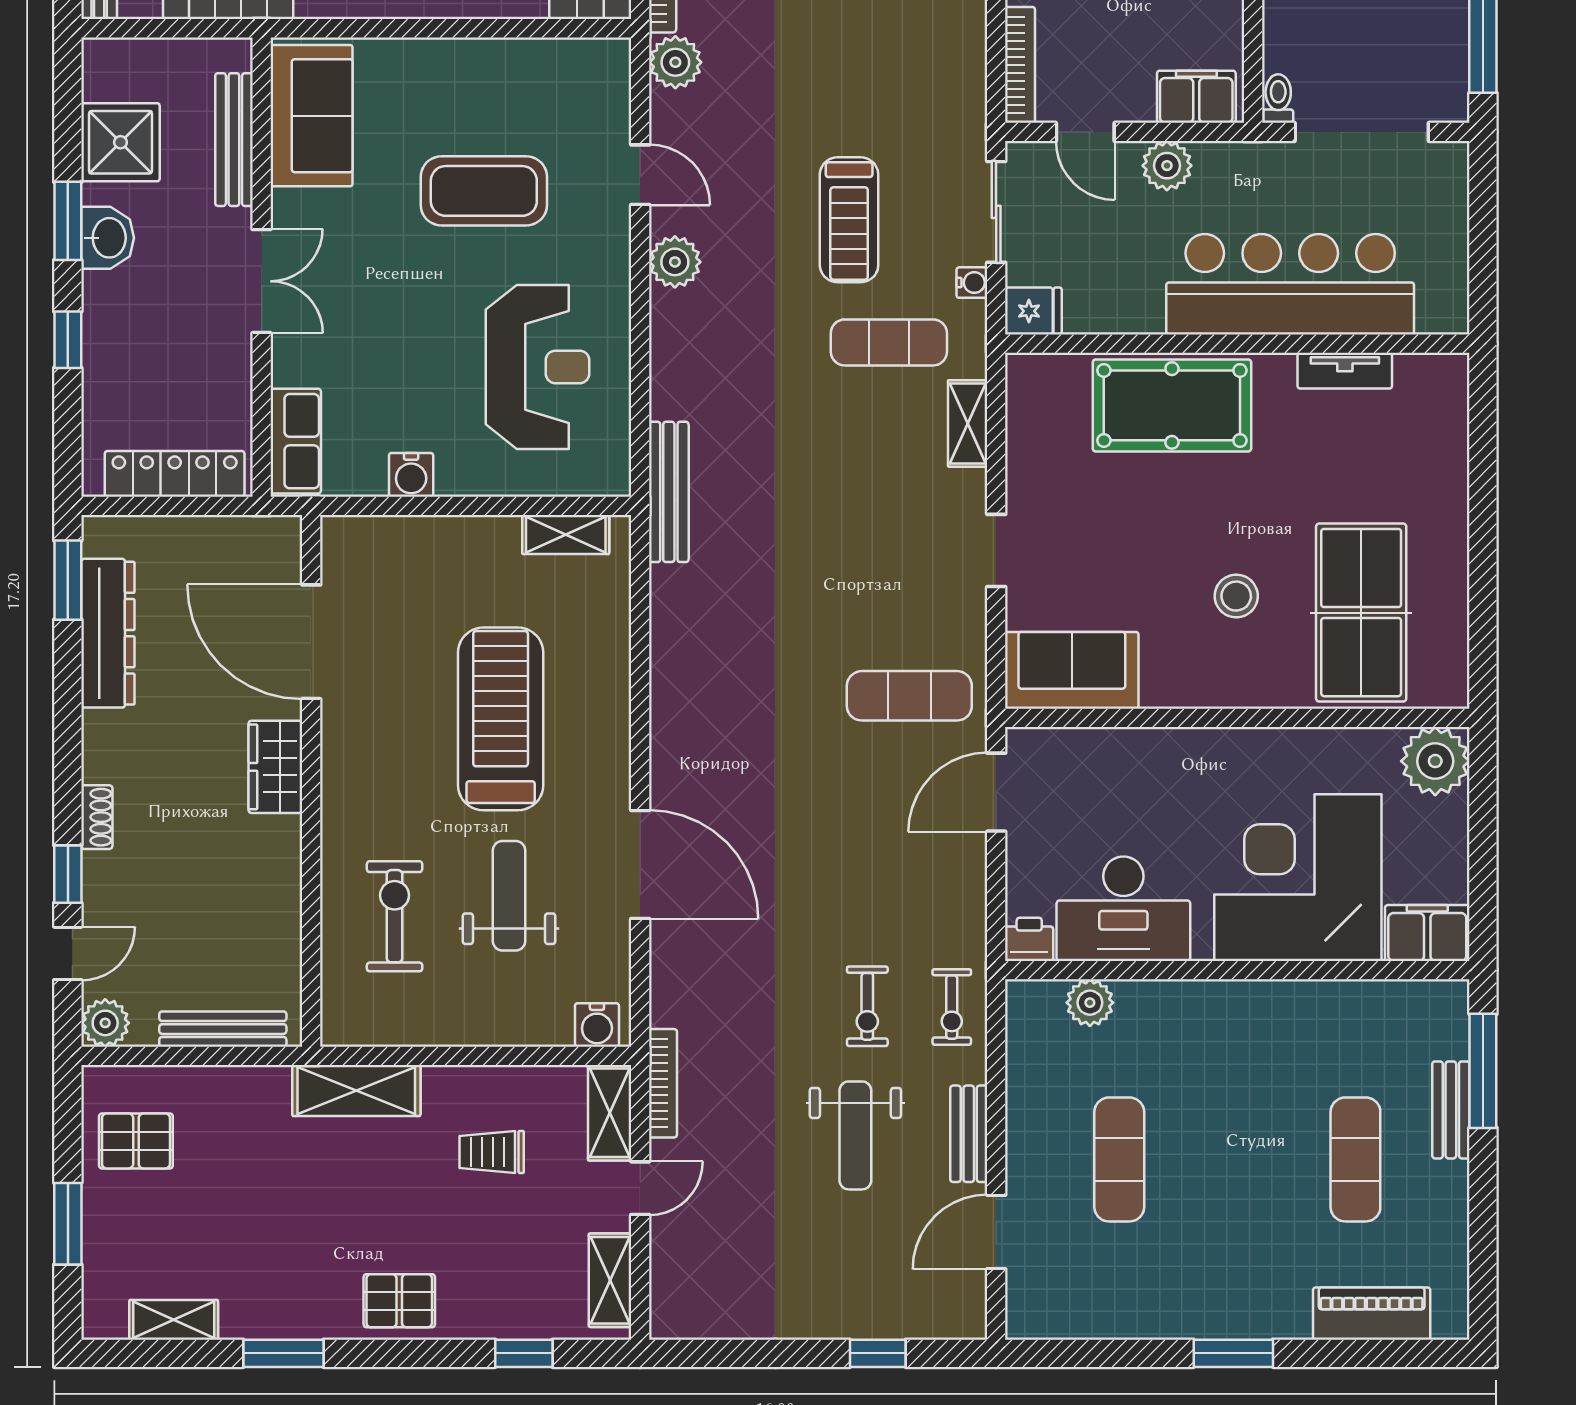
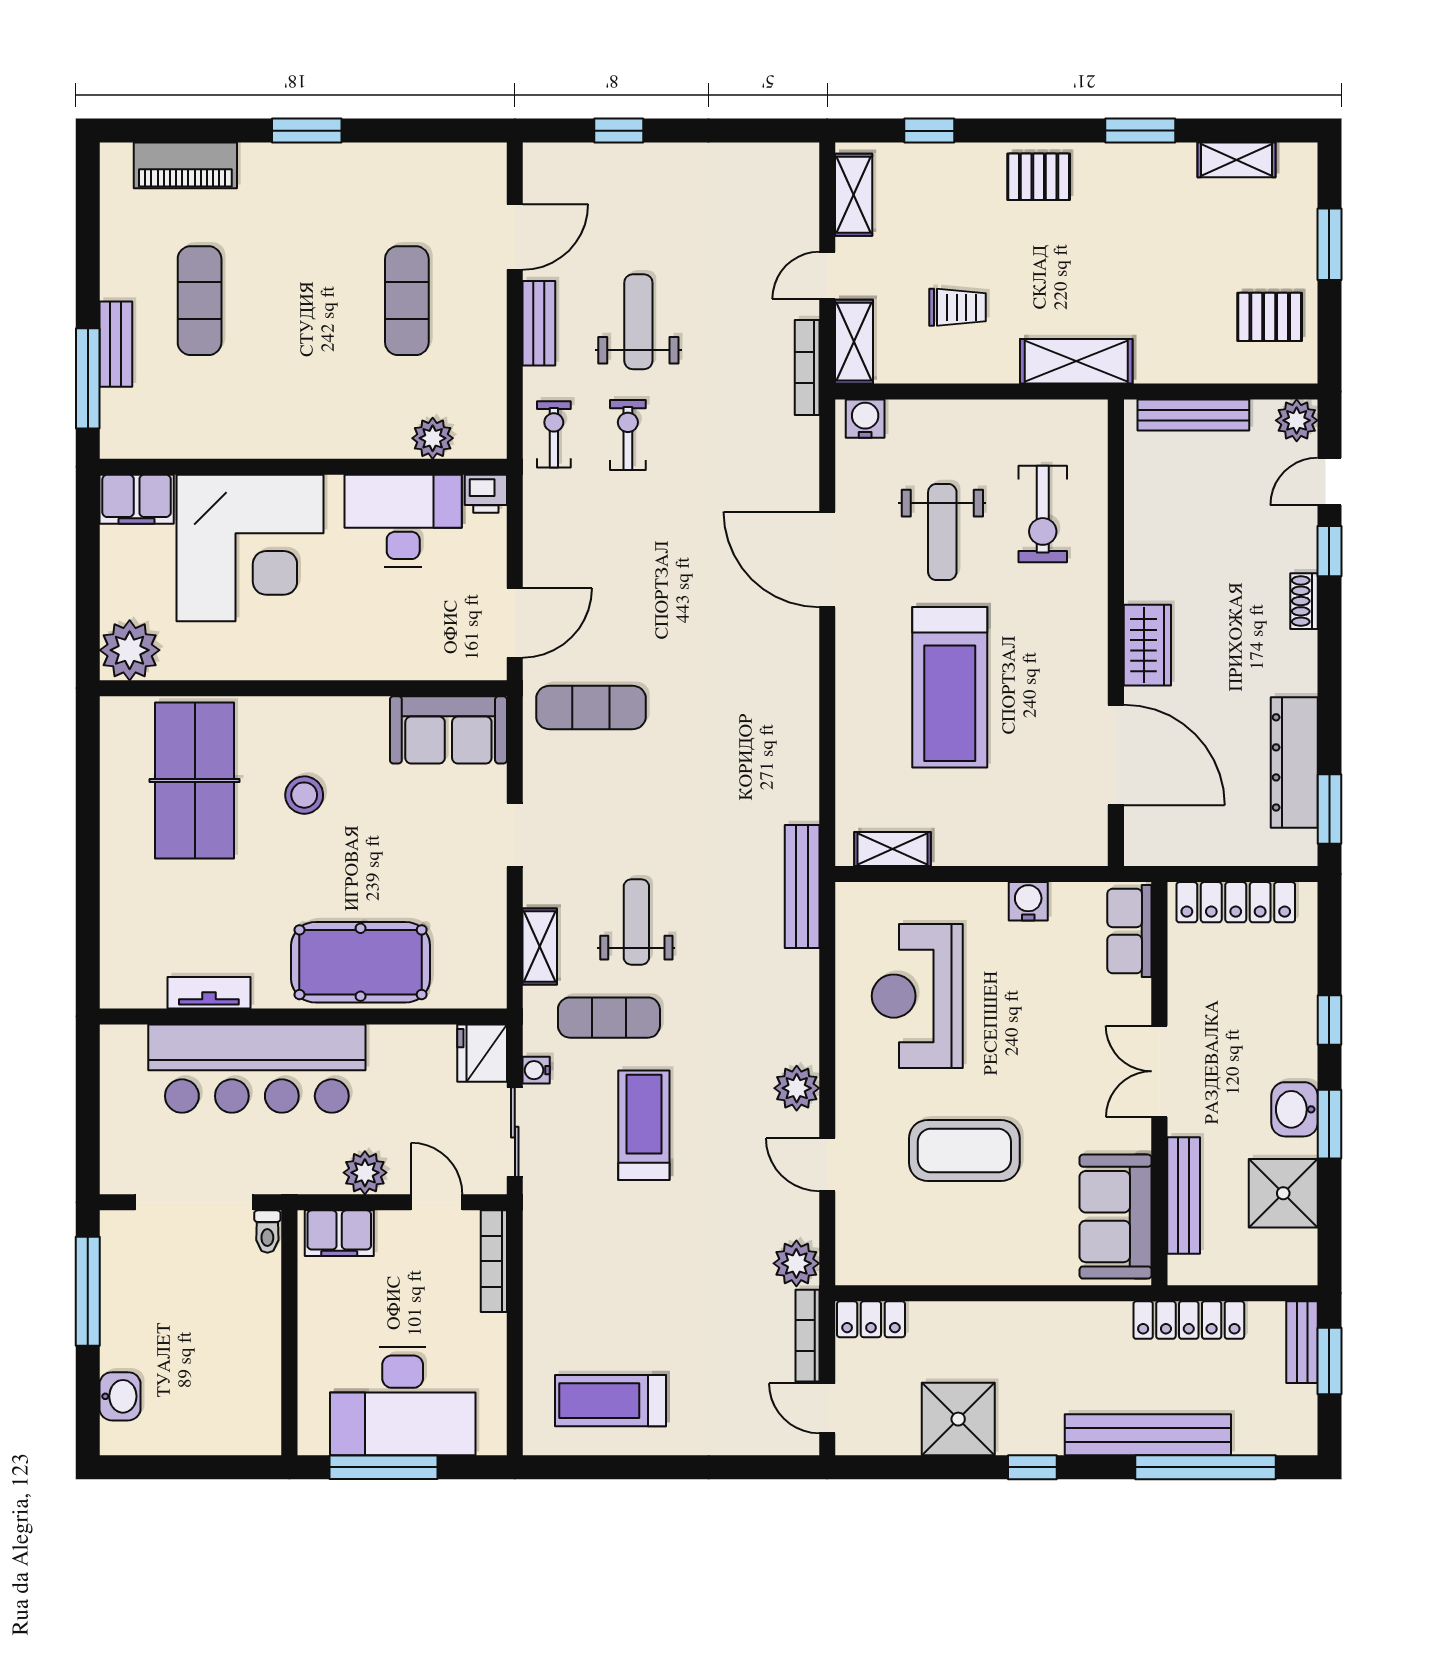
fridge: (1033, 311) -> (482, 1053), width x1.38
weight bench: (858, 451) -> (636, 922), added

